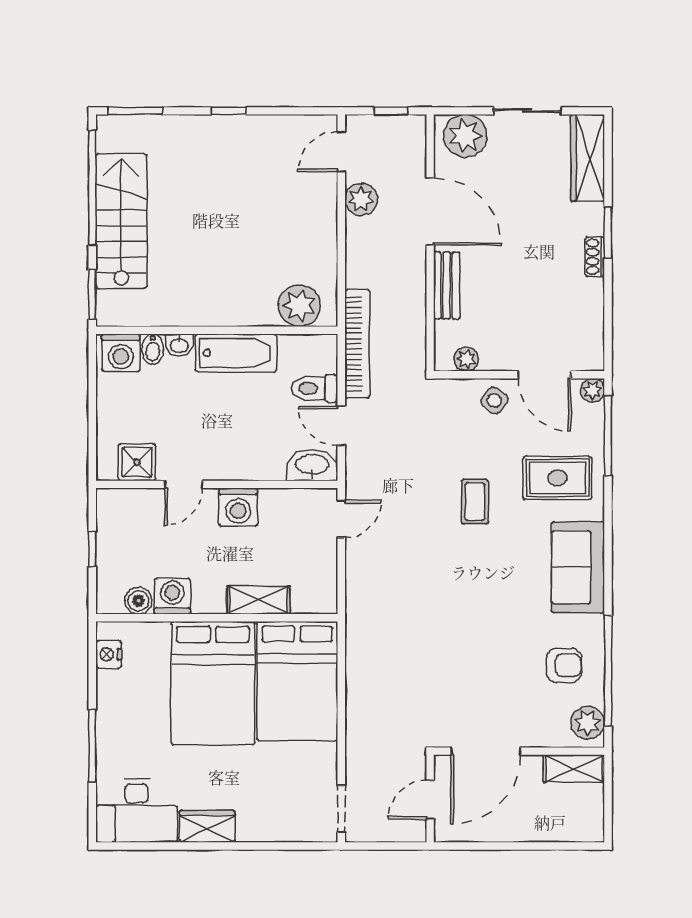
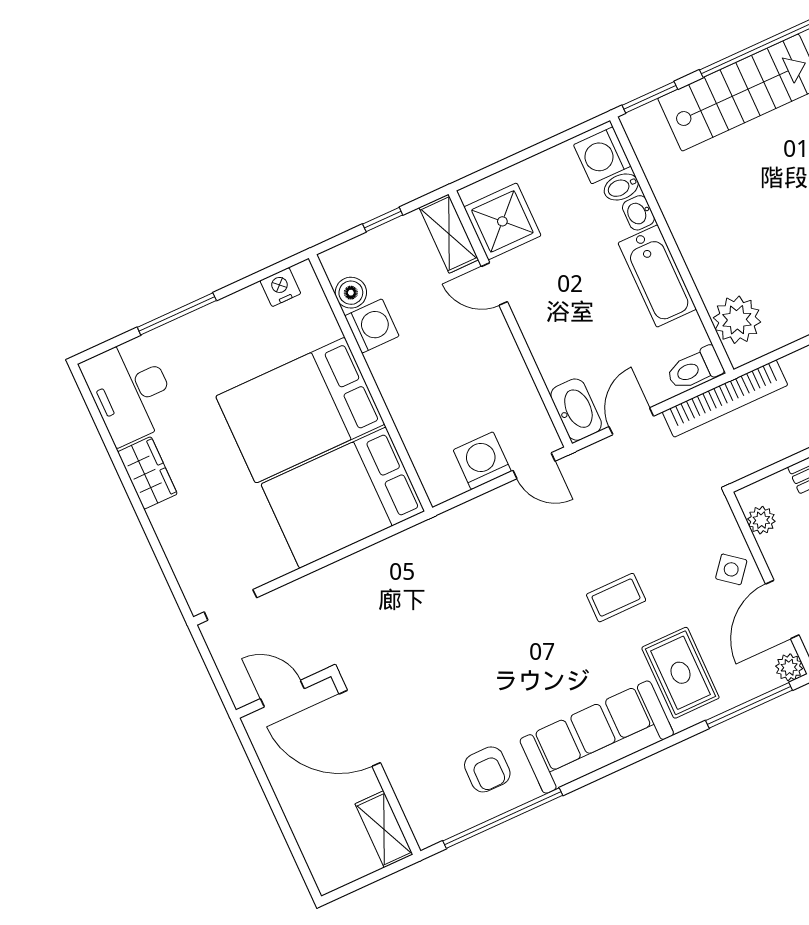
toilet: (315, 388) -> (695, 369), moved, turned -90
shower: (137, 462) -> (502, 221), width x1.36, depth x1.36
washing machine: (238, 507) -> (482, 461), moved, turned 90
sofa: (578, 567) -> (597, 737), width x1.36
shelving: (259, 600) -> (449, 234), moved
plant: (588, 723) -> (439, 822), removed

